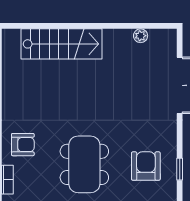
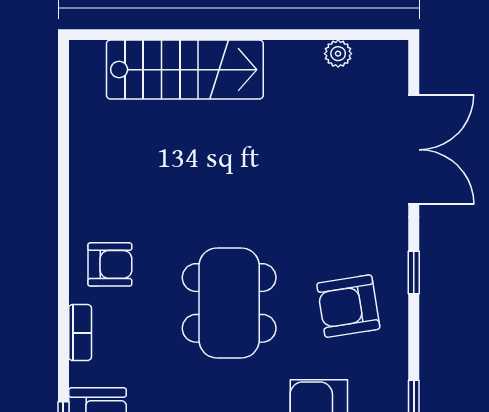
armchair: (146, 166) -> (348, 306), turned -99
window: (180, 169) -> (414, 273), moved

